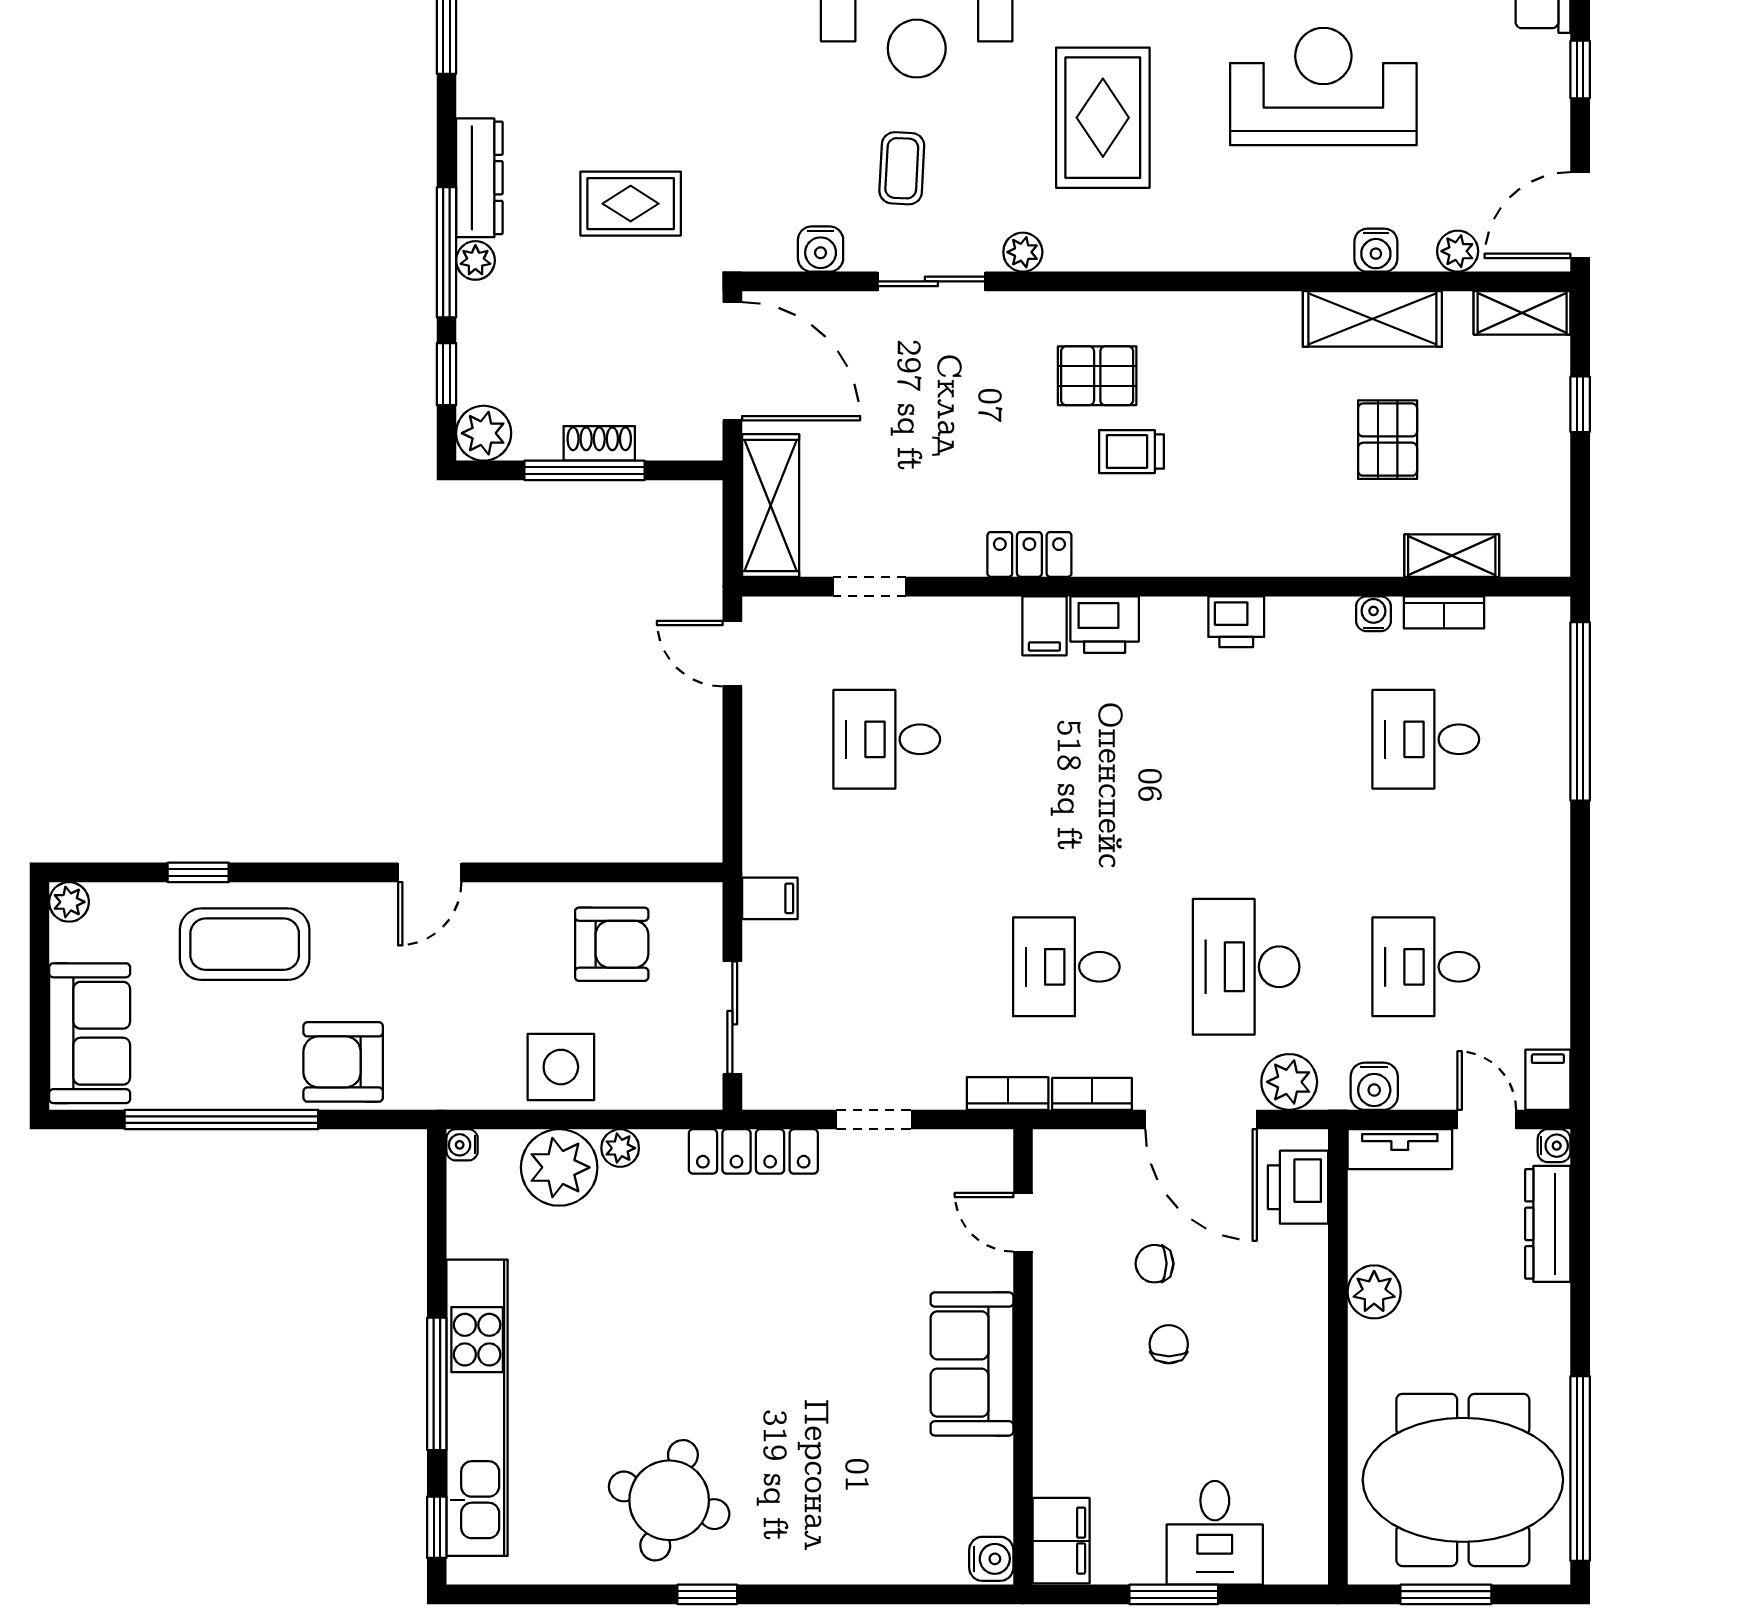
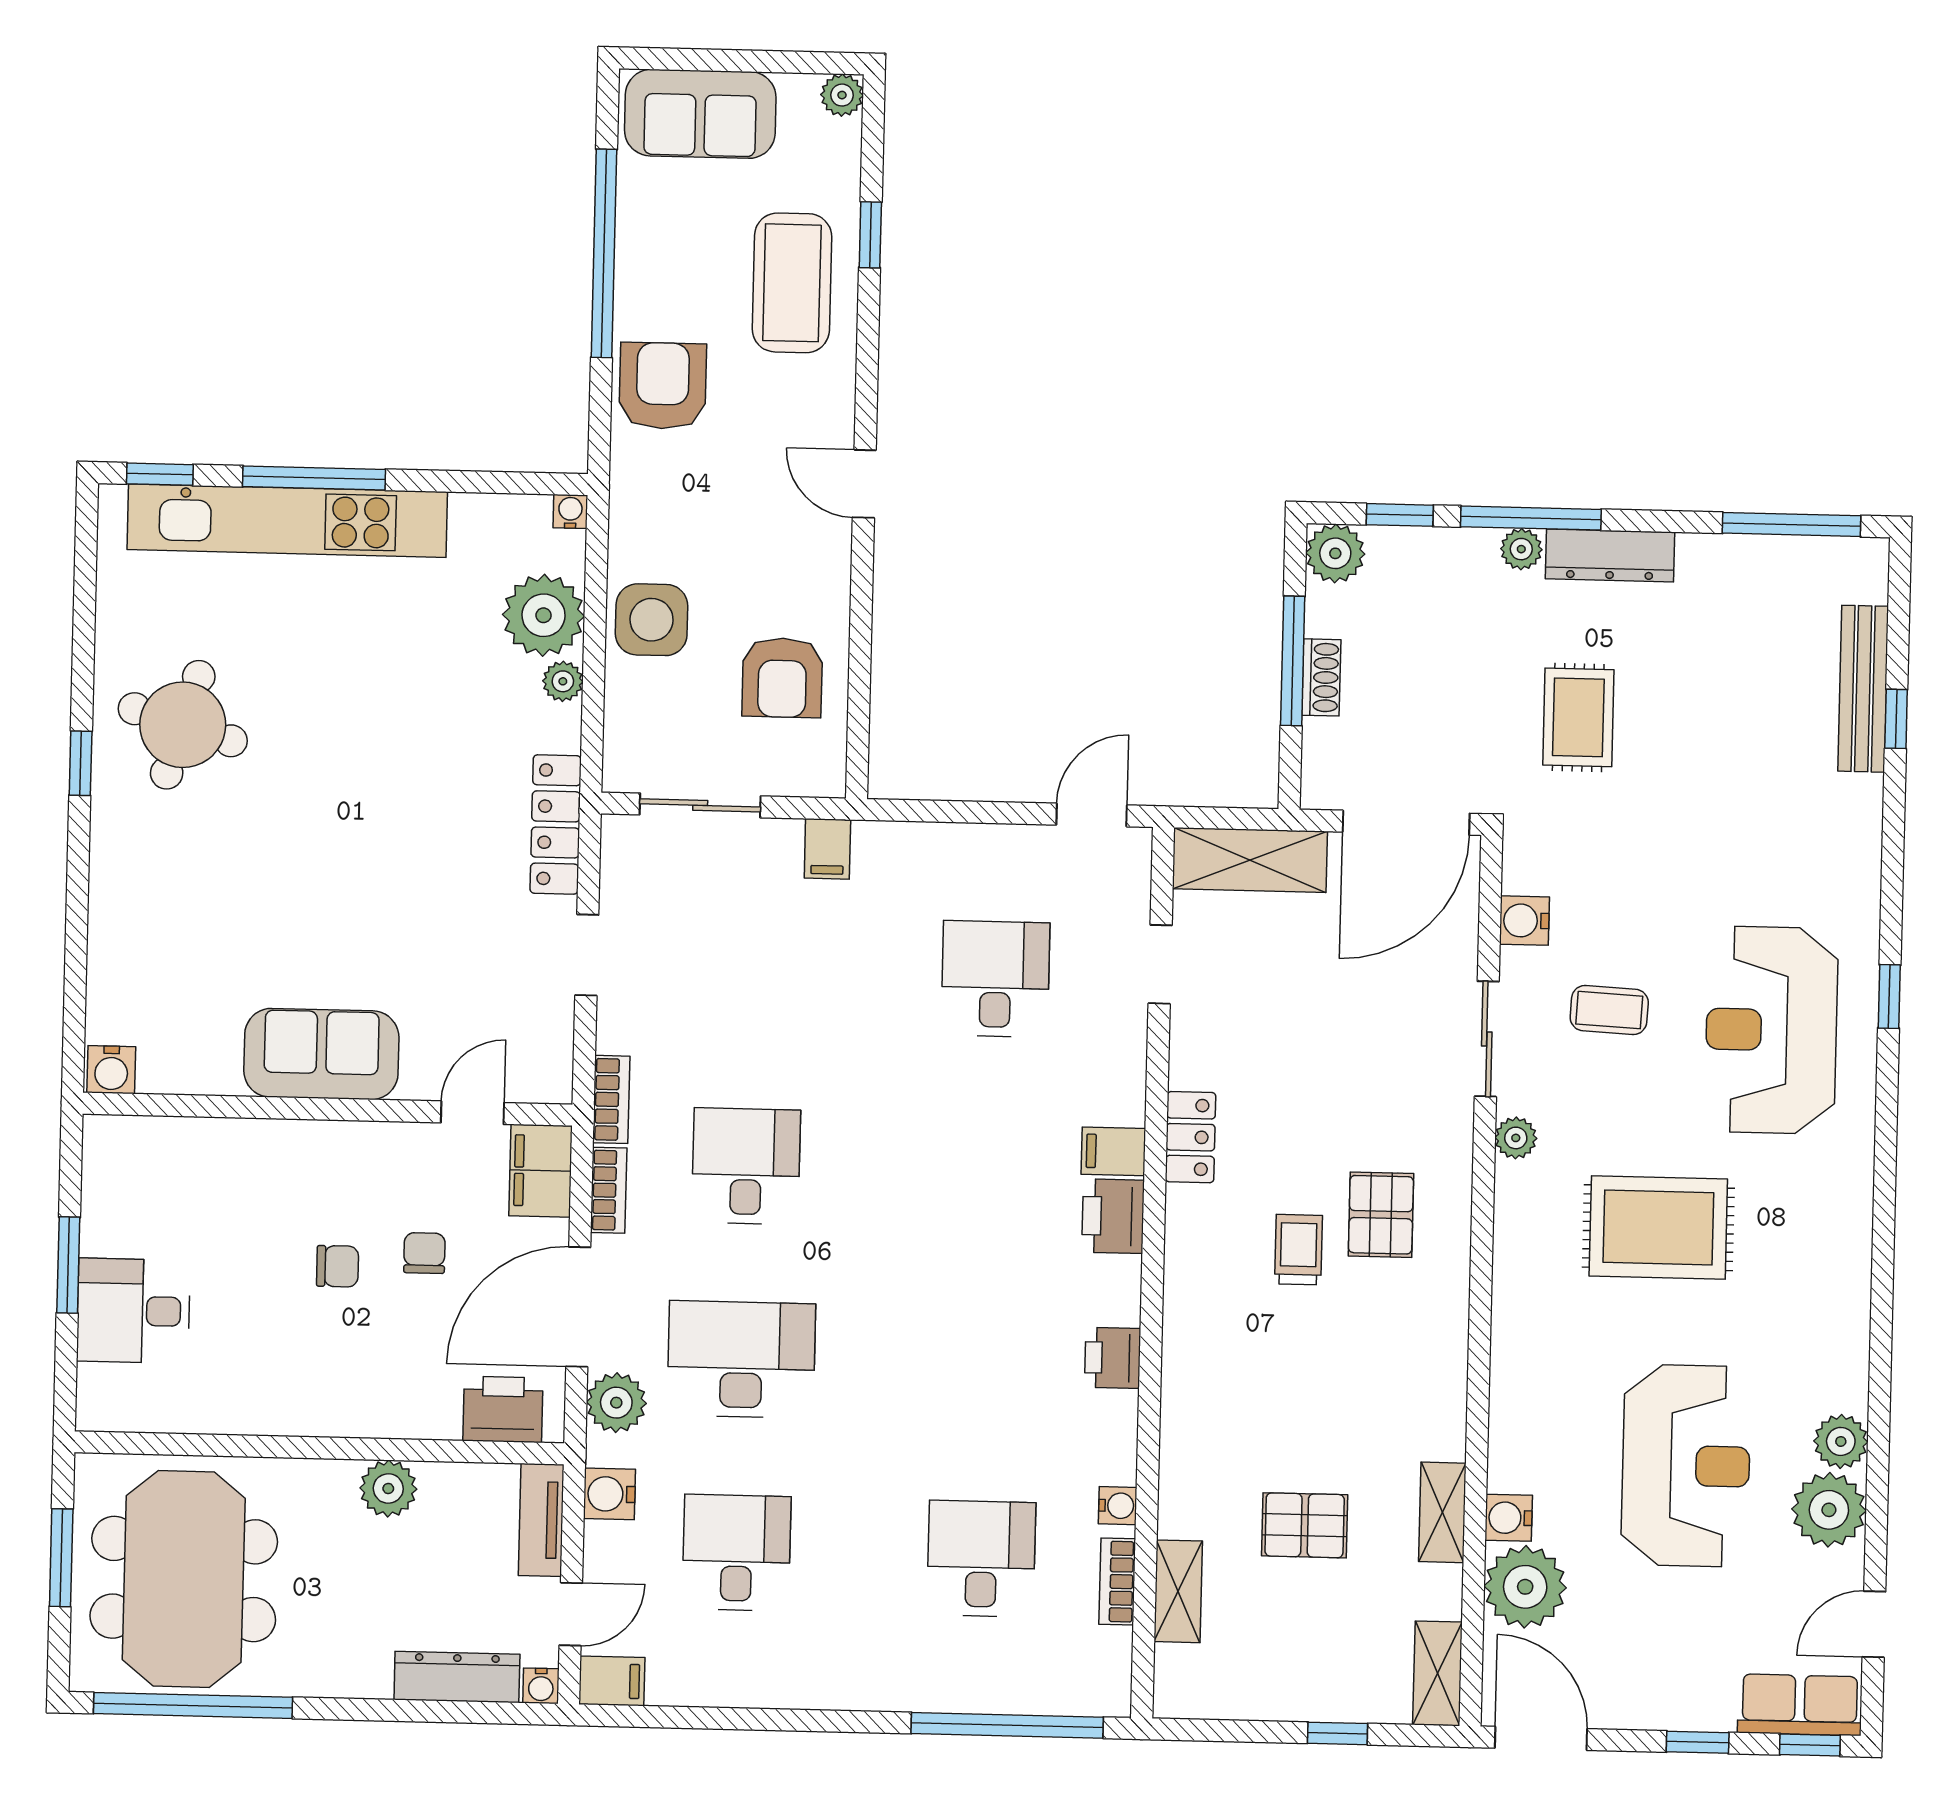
plant: (1458, 251) -> (1525, 1587), width x1.87, depth x1.87
shelving: (1372, 319) -> (1442, 1512), width x0.67, depth x0.75
filing cabinet: (1061, 1541) -> (541, 1171), moved, turned 90

